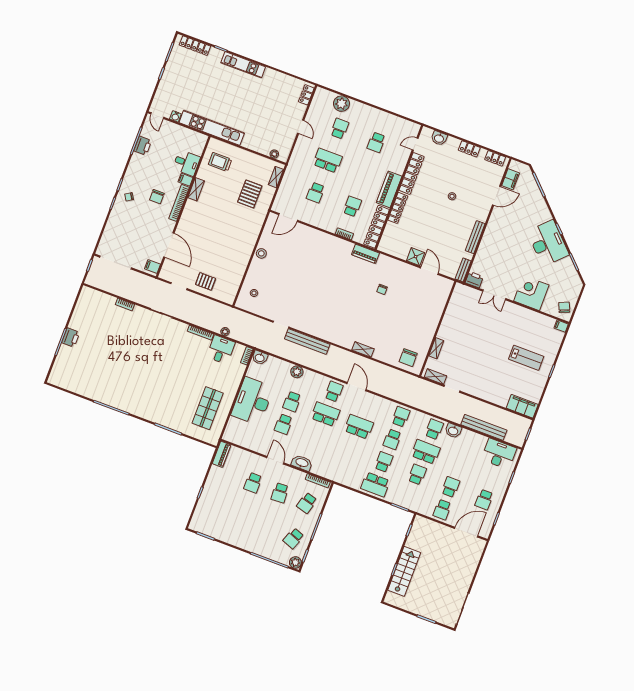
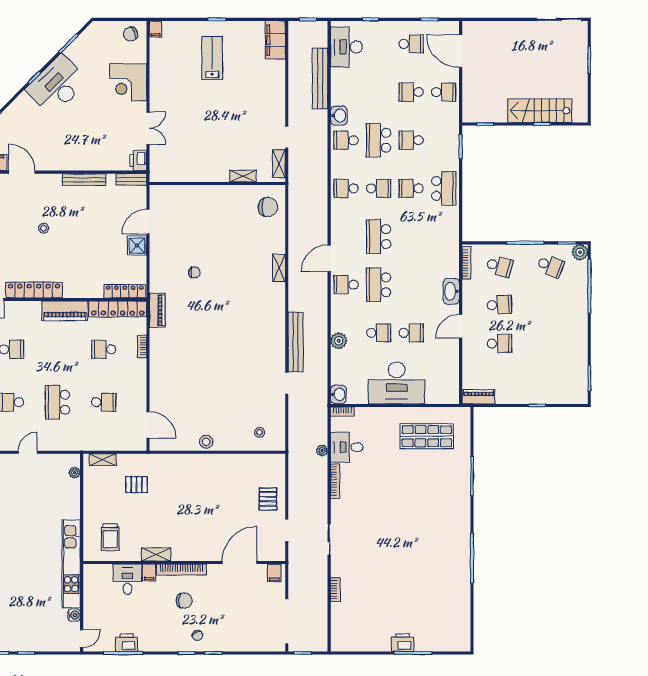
pallet: (250, 194) -> (137, 485), width x0.67, depth x0.71
locker: (398, 208) -> (125, 291), moved

